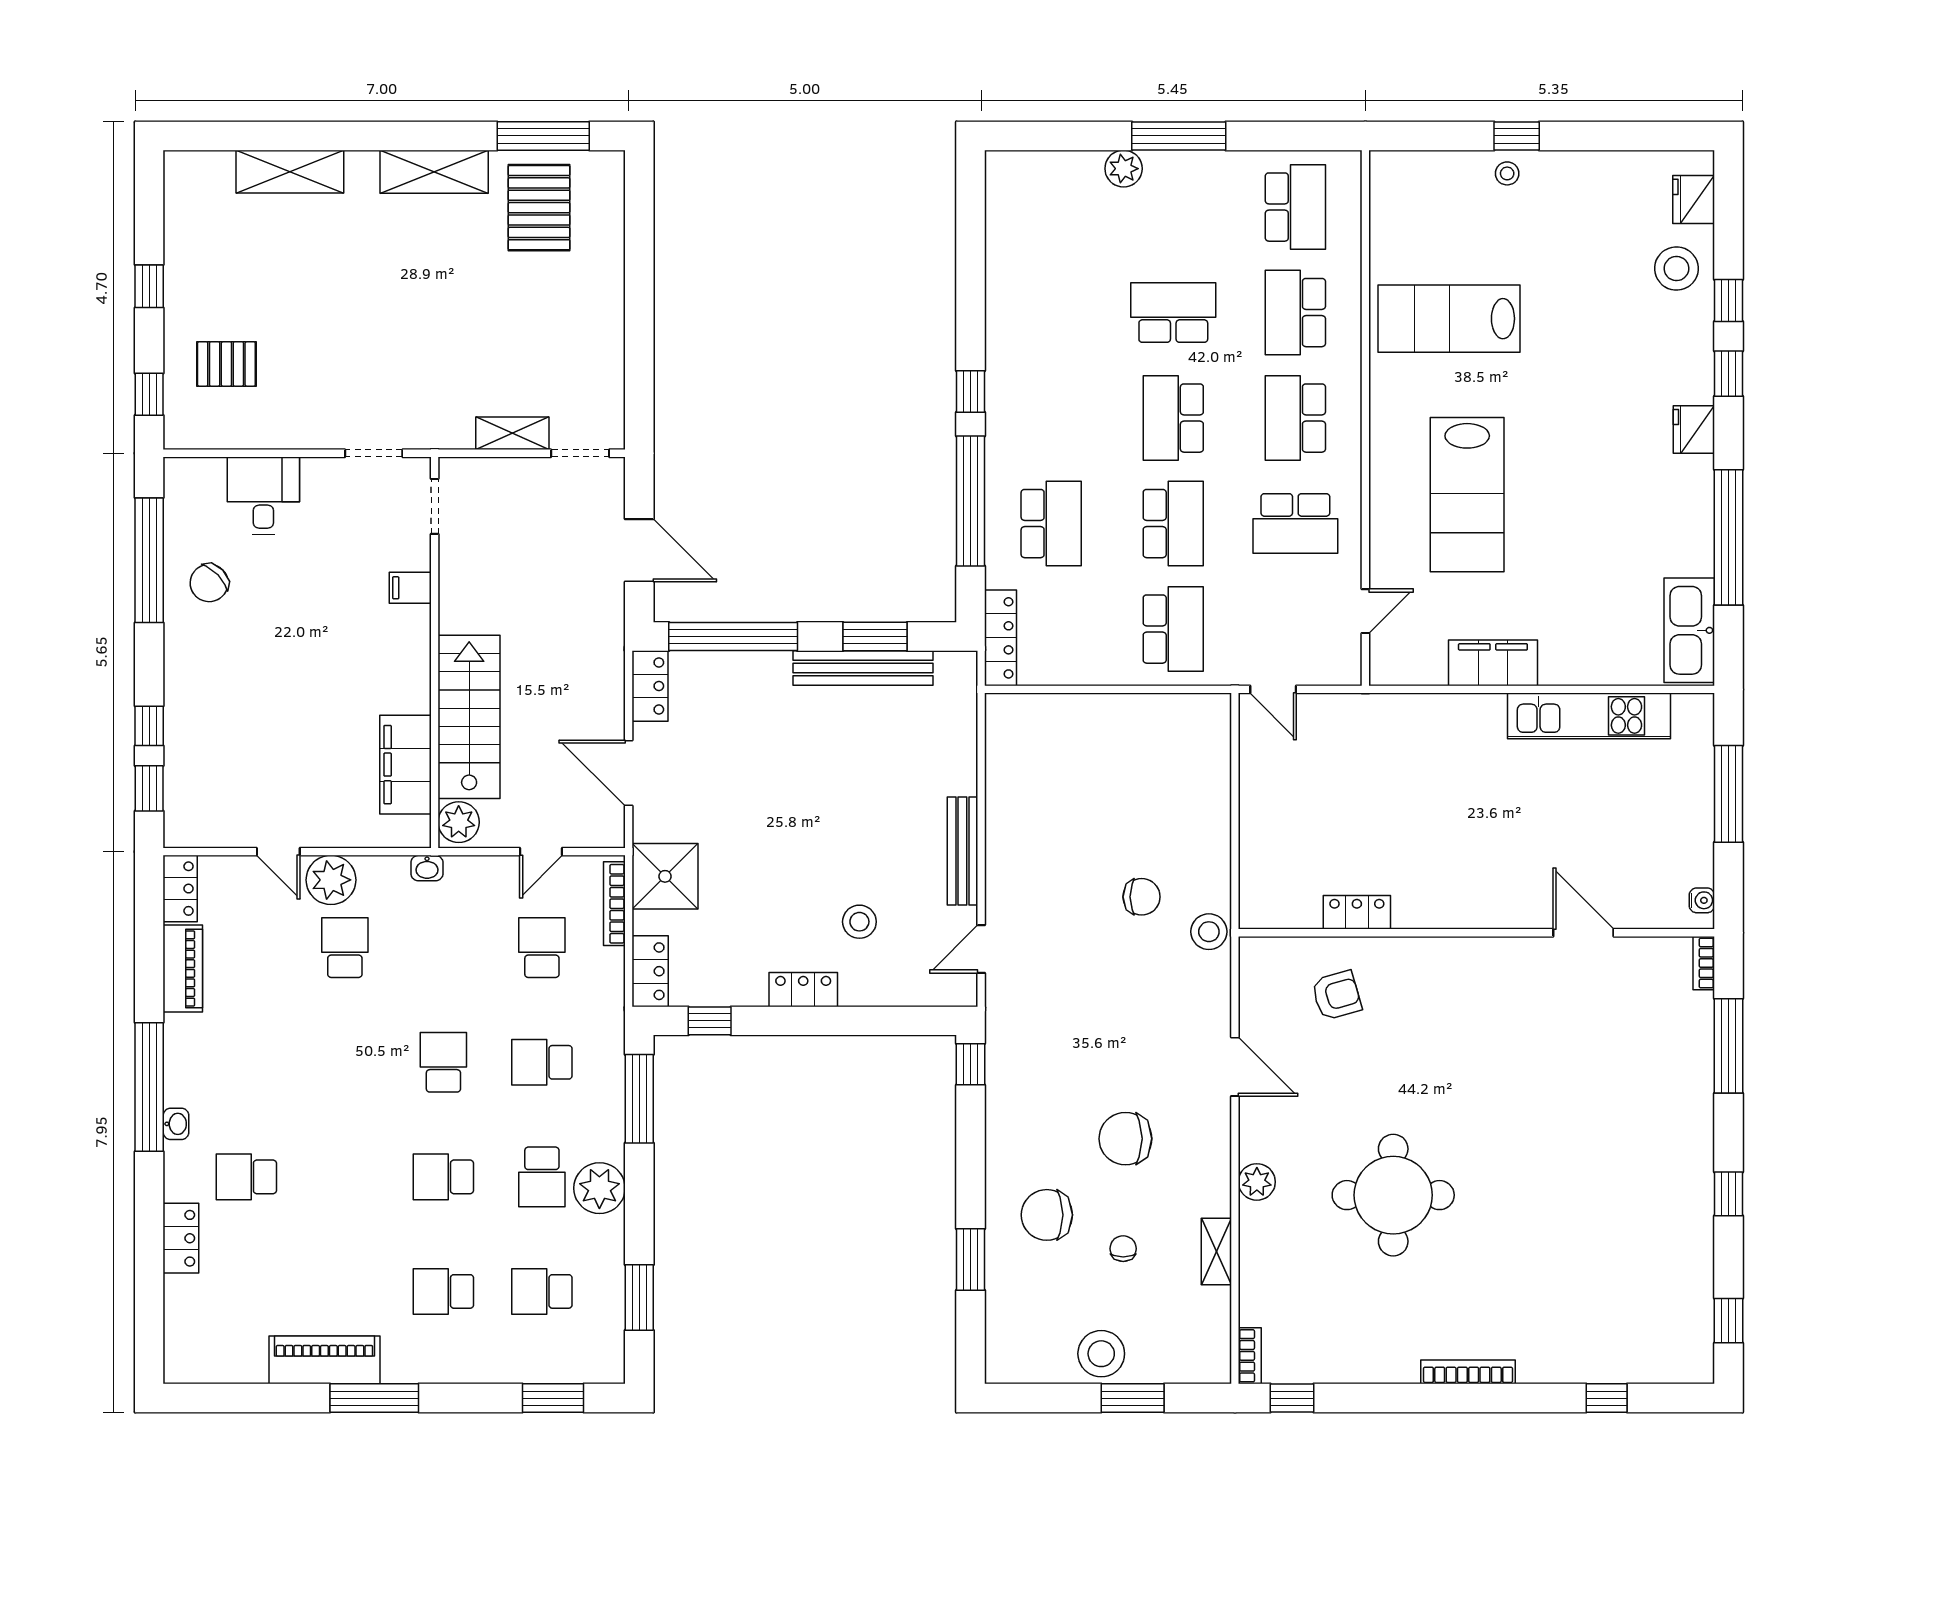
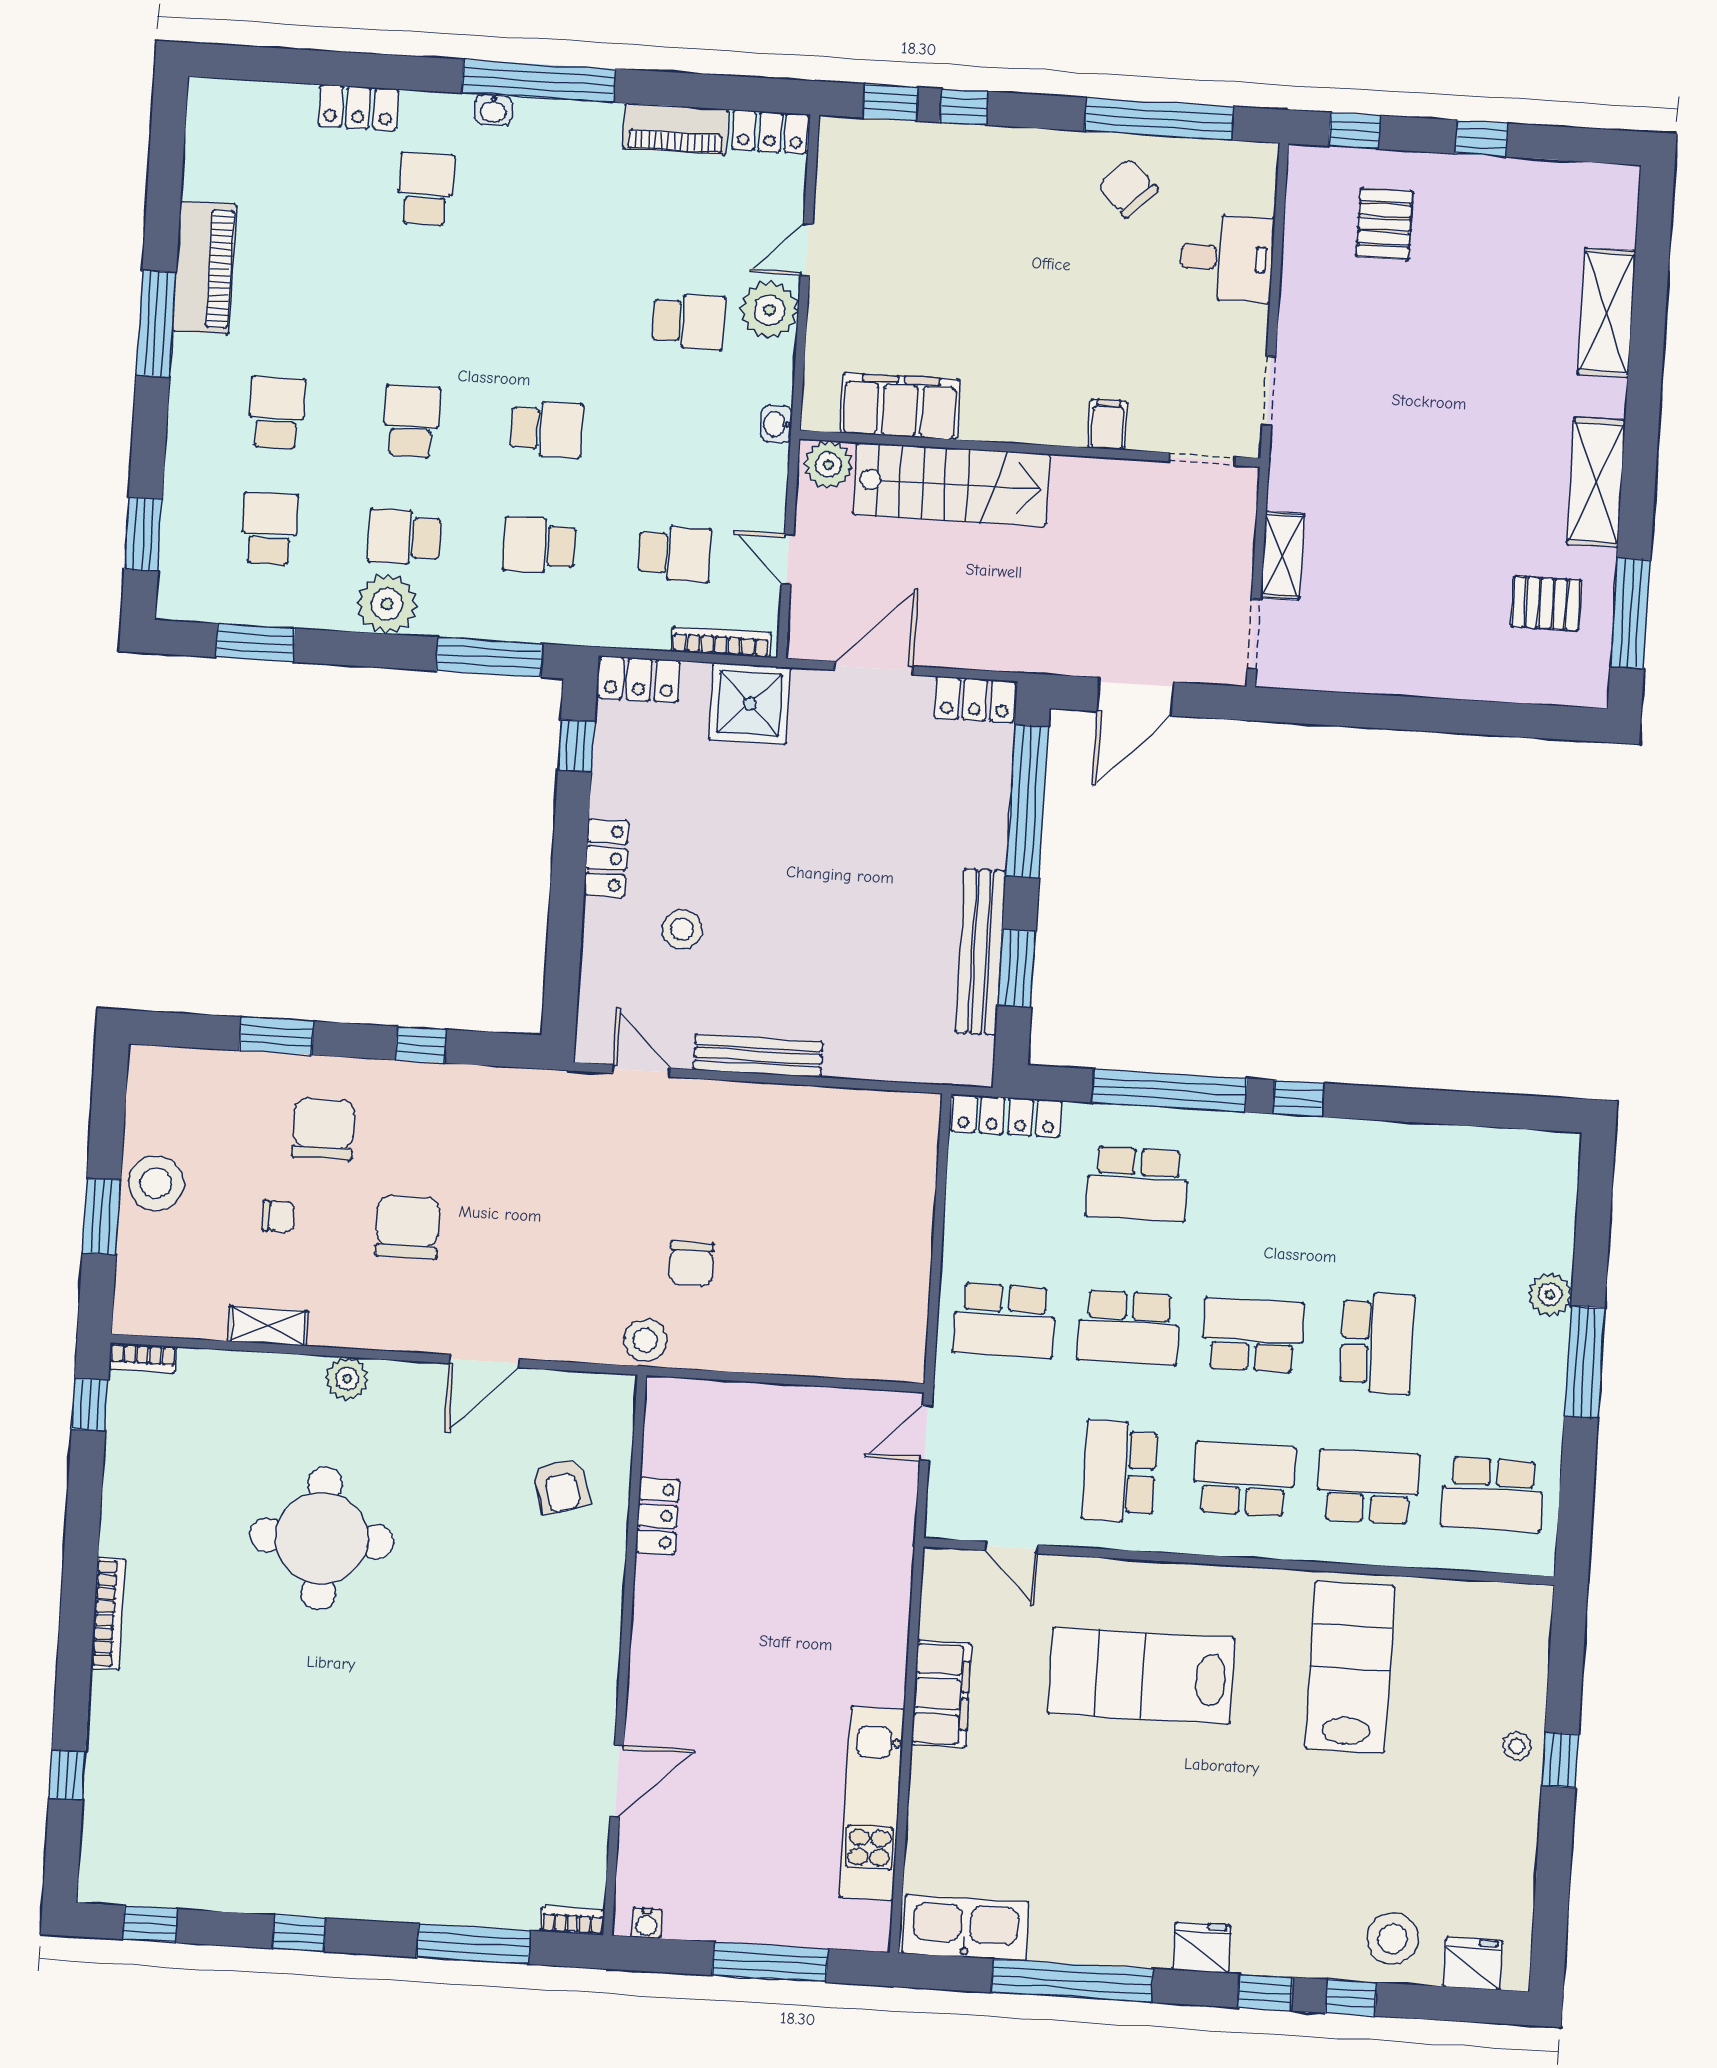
pallet: (539, 208) -> (1546, 603), width x0.67, depth x0.71
school desk: (542, 1062) -> (539, 545), turned -90
window: (971, 1064) -> (421, 1045), moved

